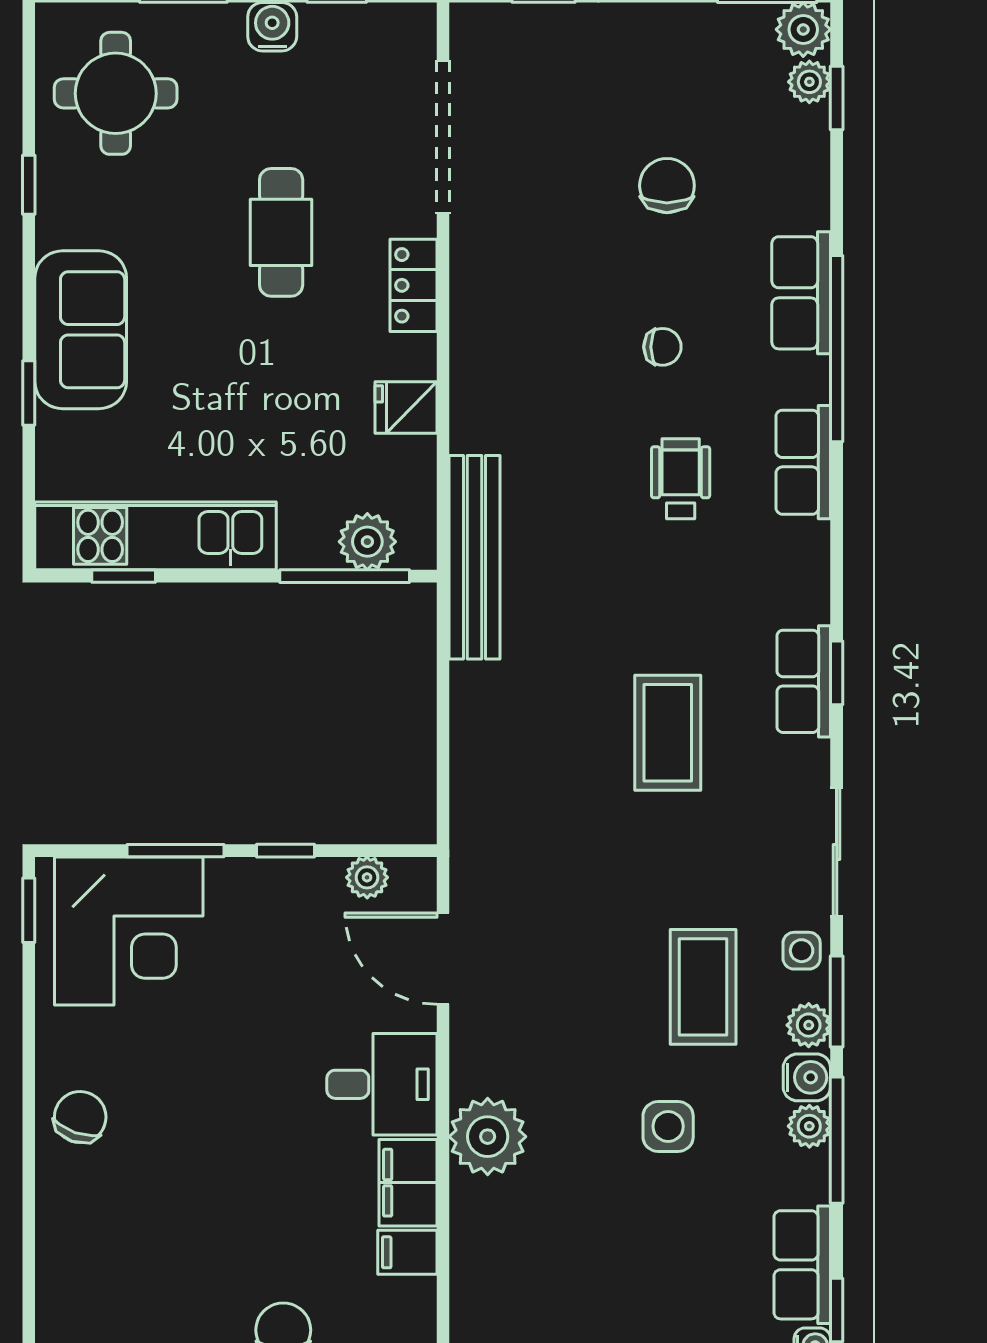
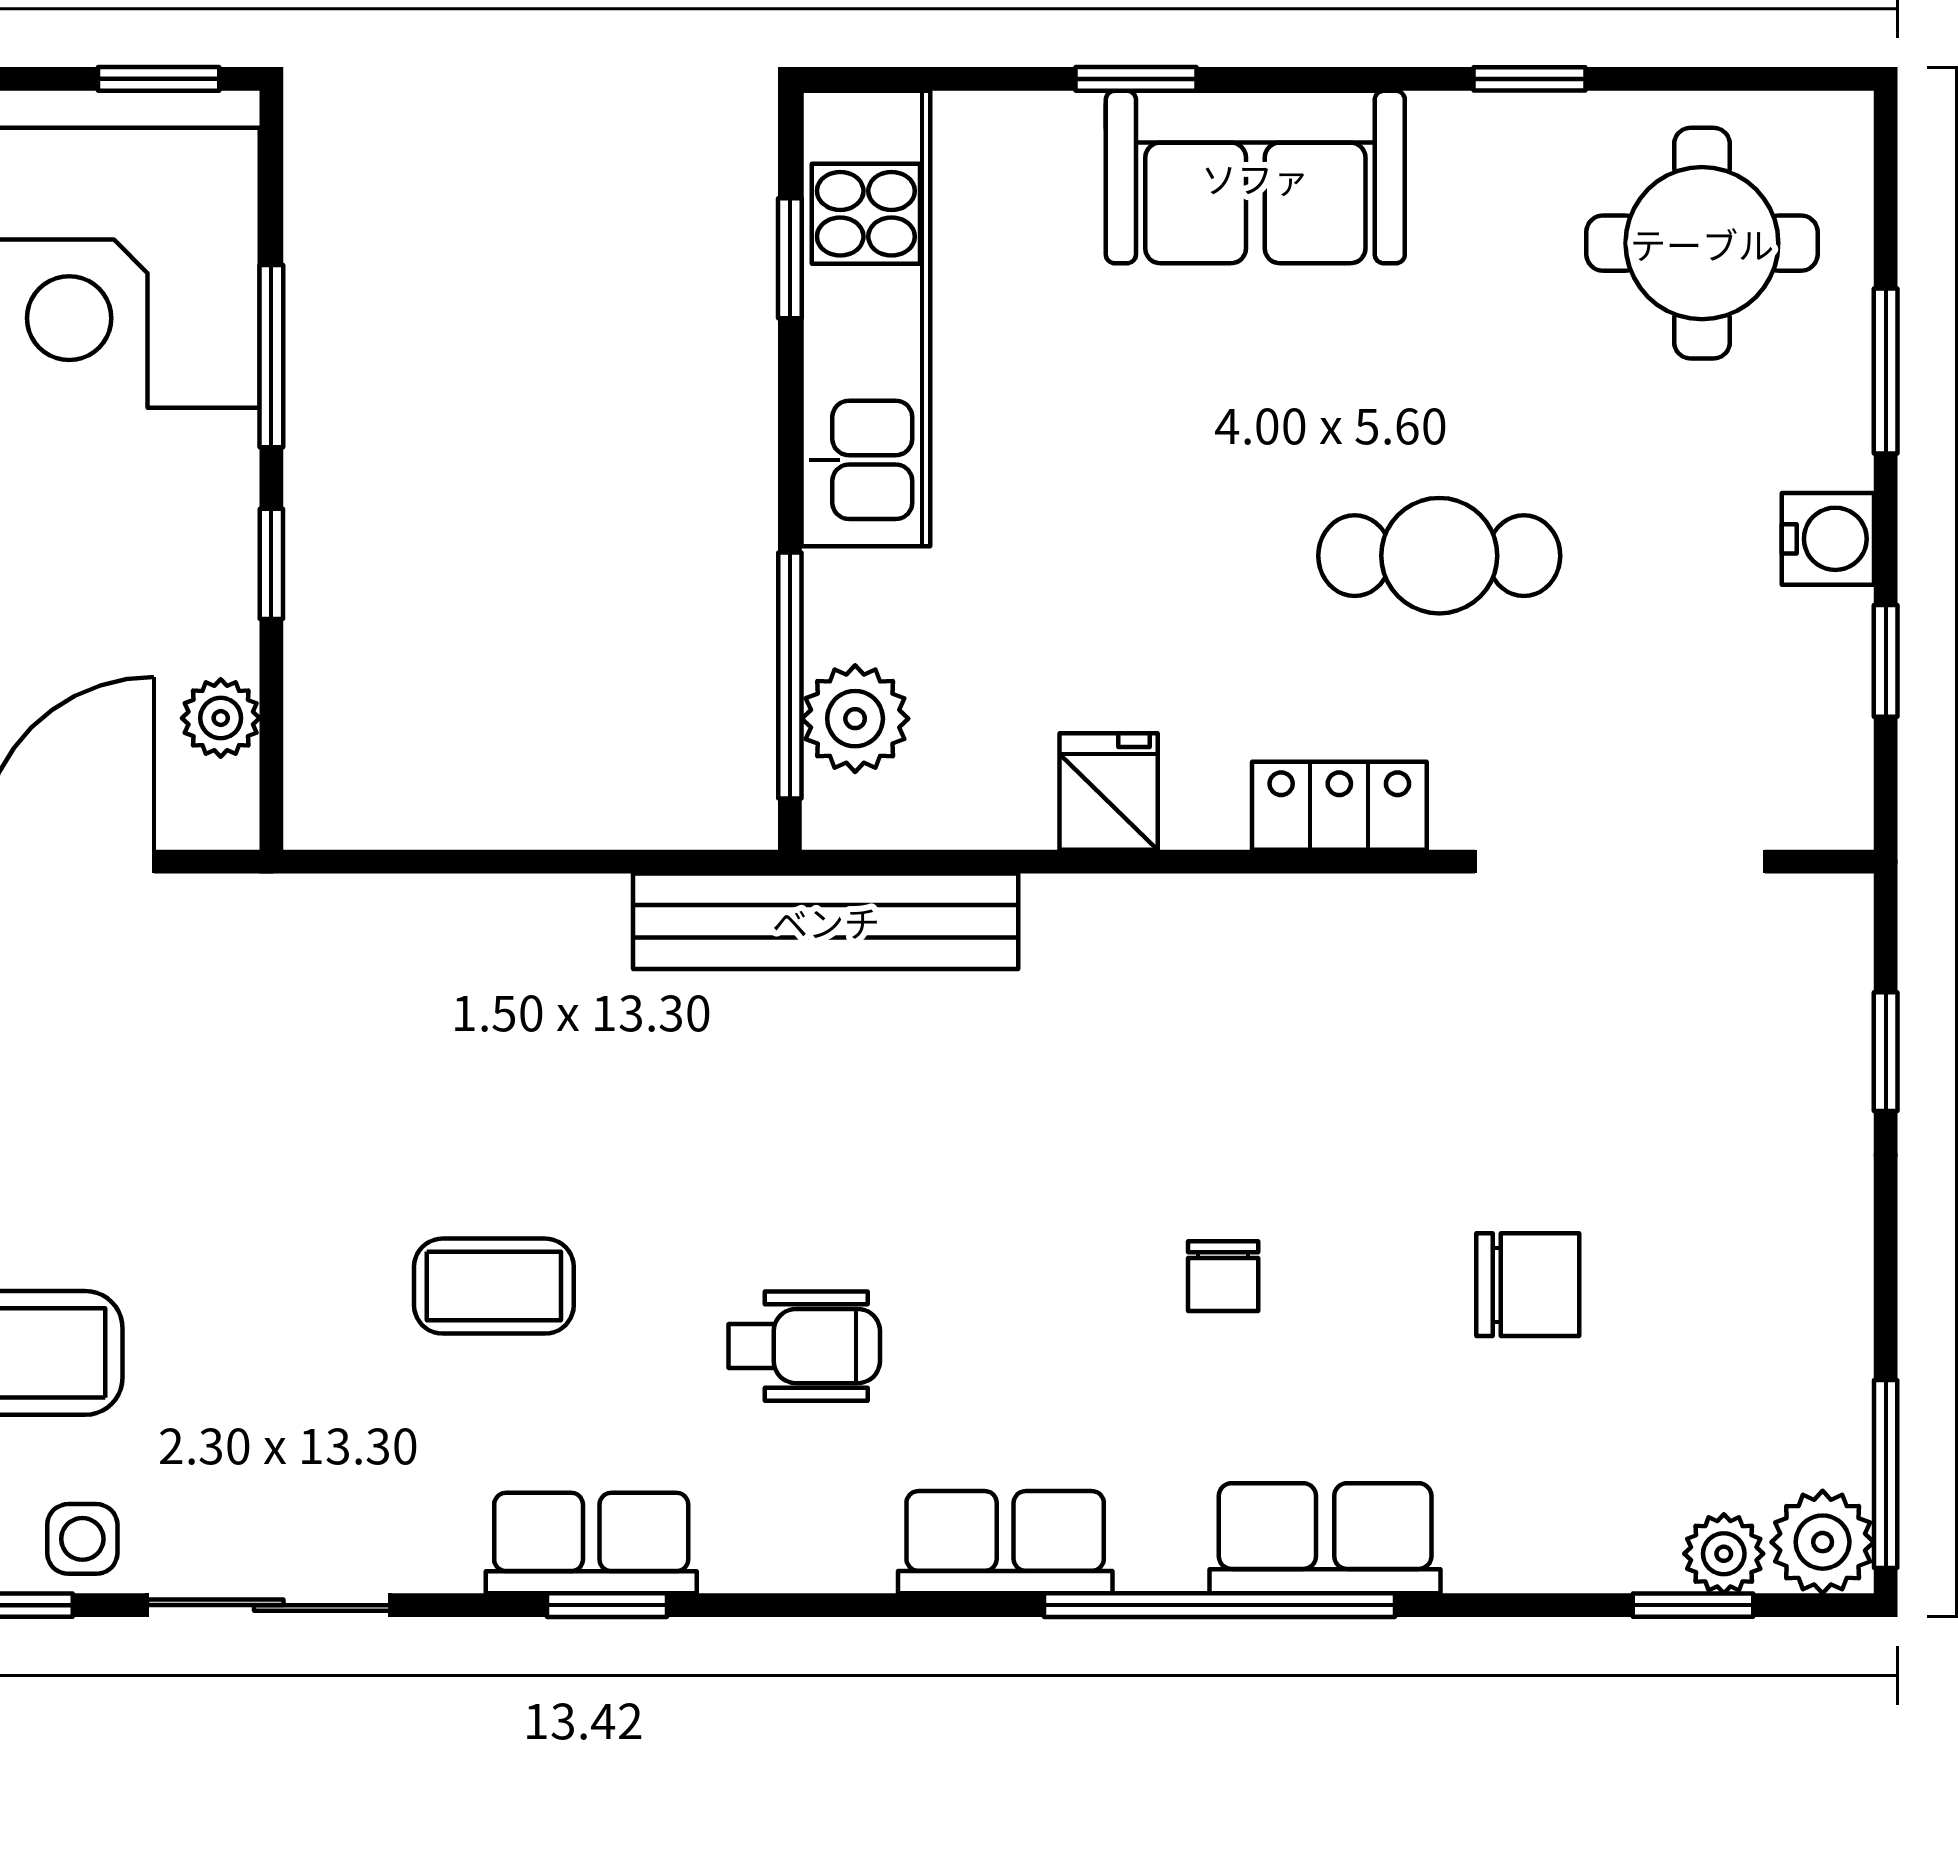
wheelchair: (681, 479) -> (804, 1346), moved
coffee table: (668, 733) -> (494, 1286), width x0.73, depth x0.77

